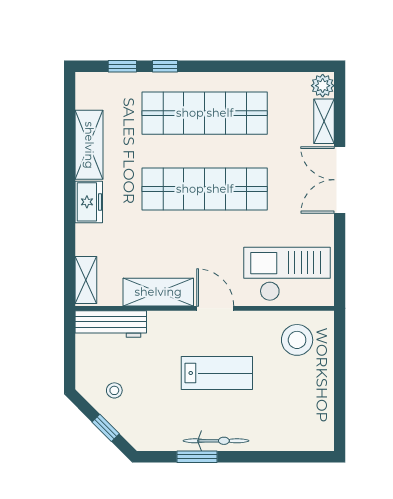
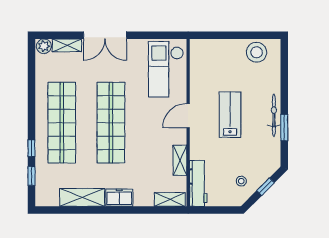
shelving: (158, 292) -> (180, 160), width x0.67, depth x0.75
stool: (297, 340) -> (257, 52), moved

